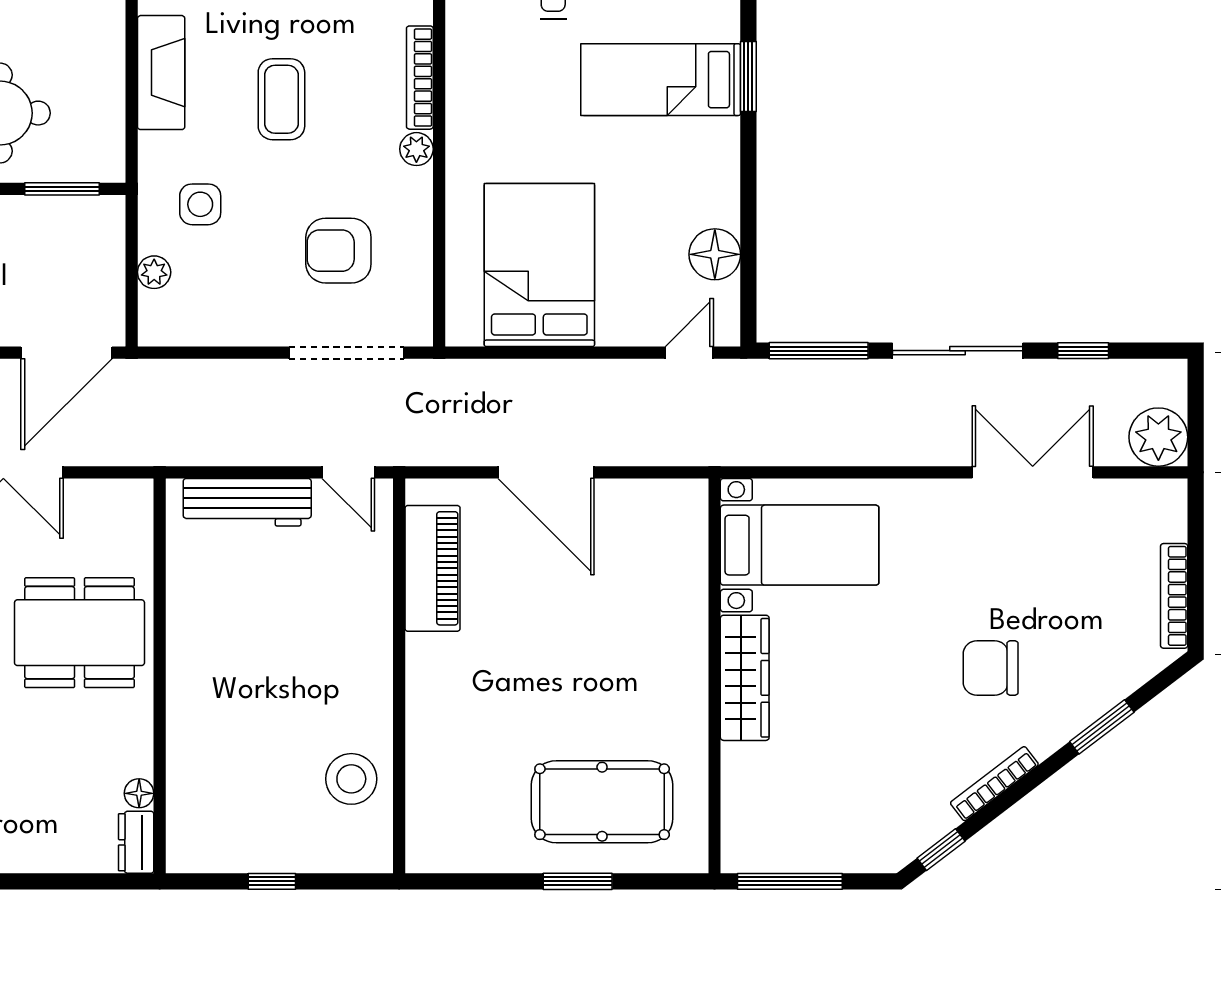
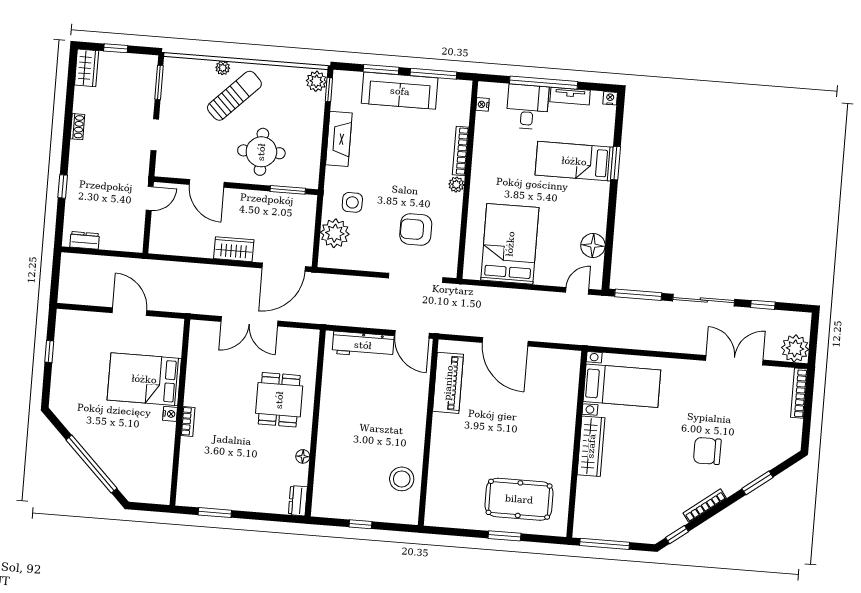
coffee table: (281, 99) -> (395, 156), removed
plant: (154, 272) -> (335, 233), width x1.88, depth x1.88
door: (348, 472) -> (412, 334), width x1.37
bookcase: (1174, 596) -> (799, 393), moved
dining table: (79, 633) -> (279, 400), width x0.73
floor lamp: (139, 793) -> (303, 456), moved

